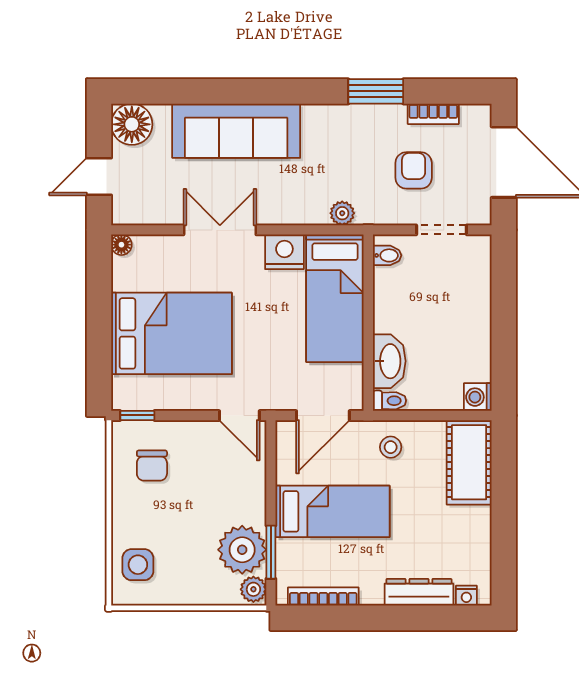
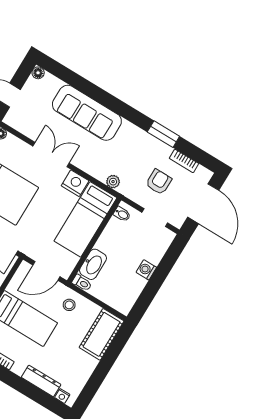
floor lamp: (132, 124) -> (38, 73), width x0.53, depth x0.53
washing machine: (478, 397) -> (146, 270), moved

